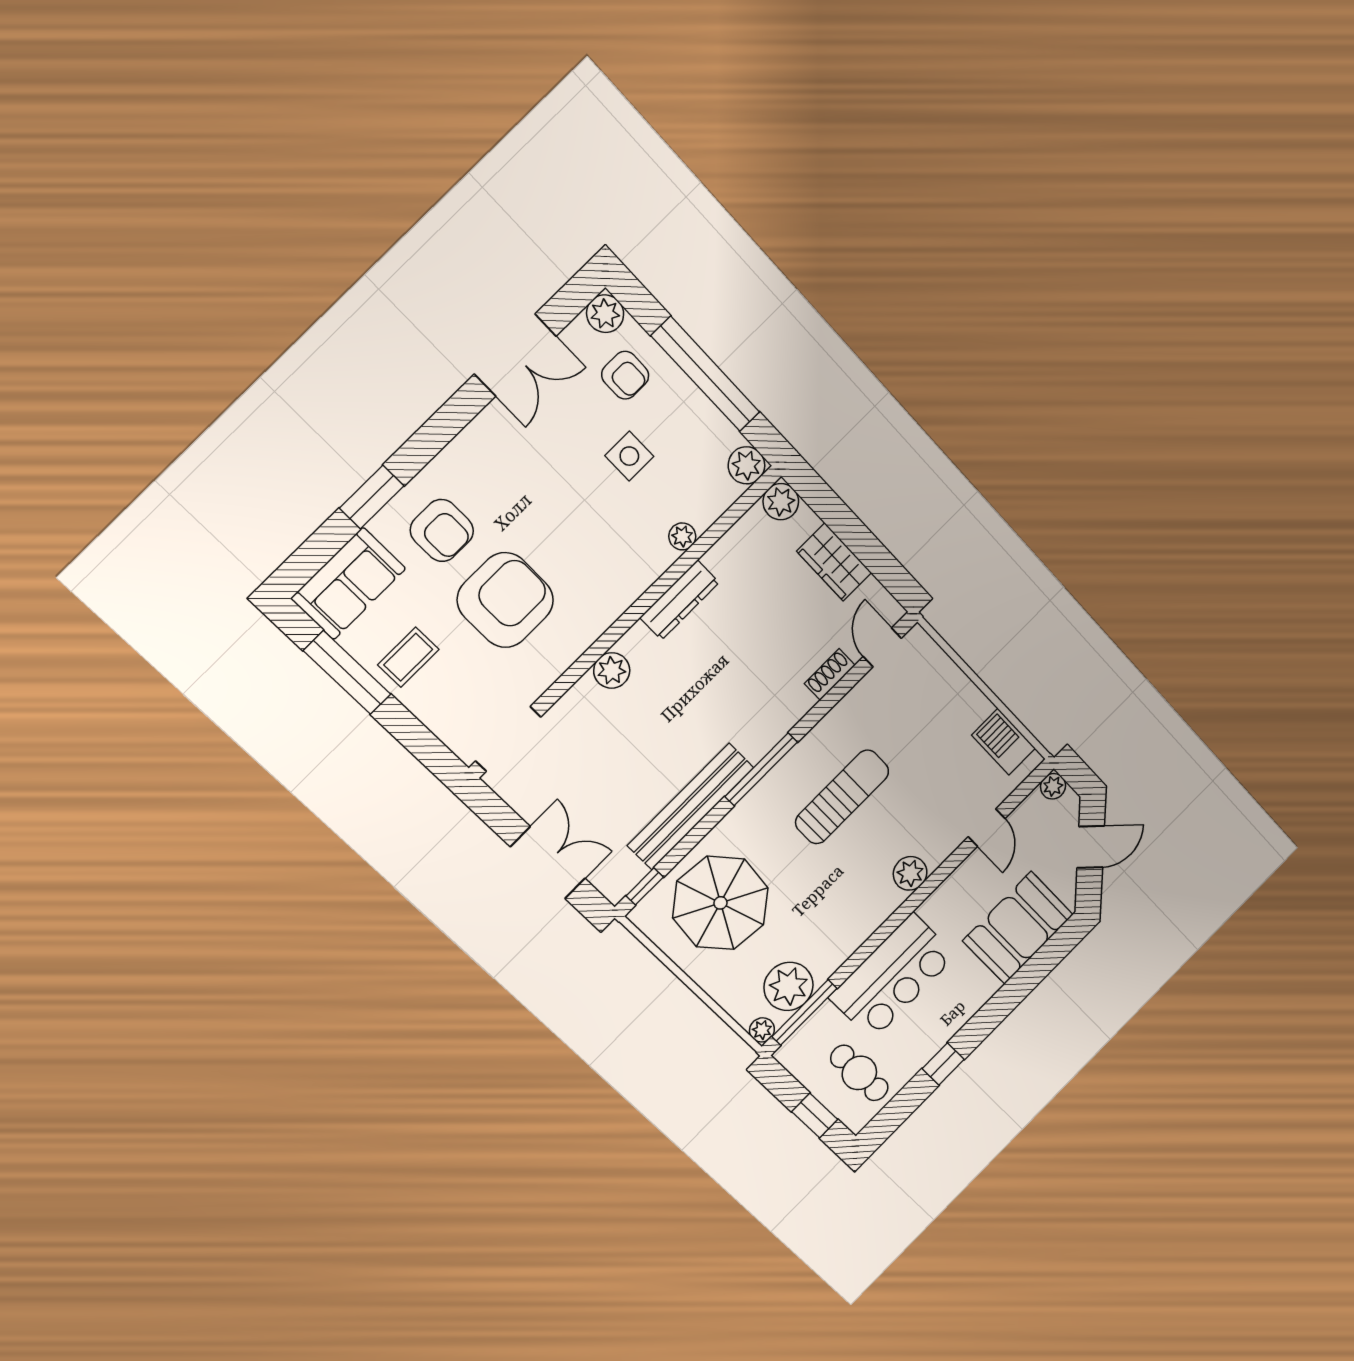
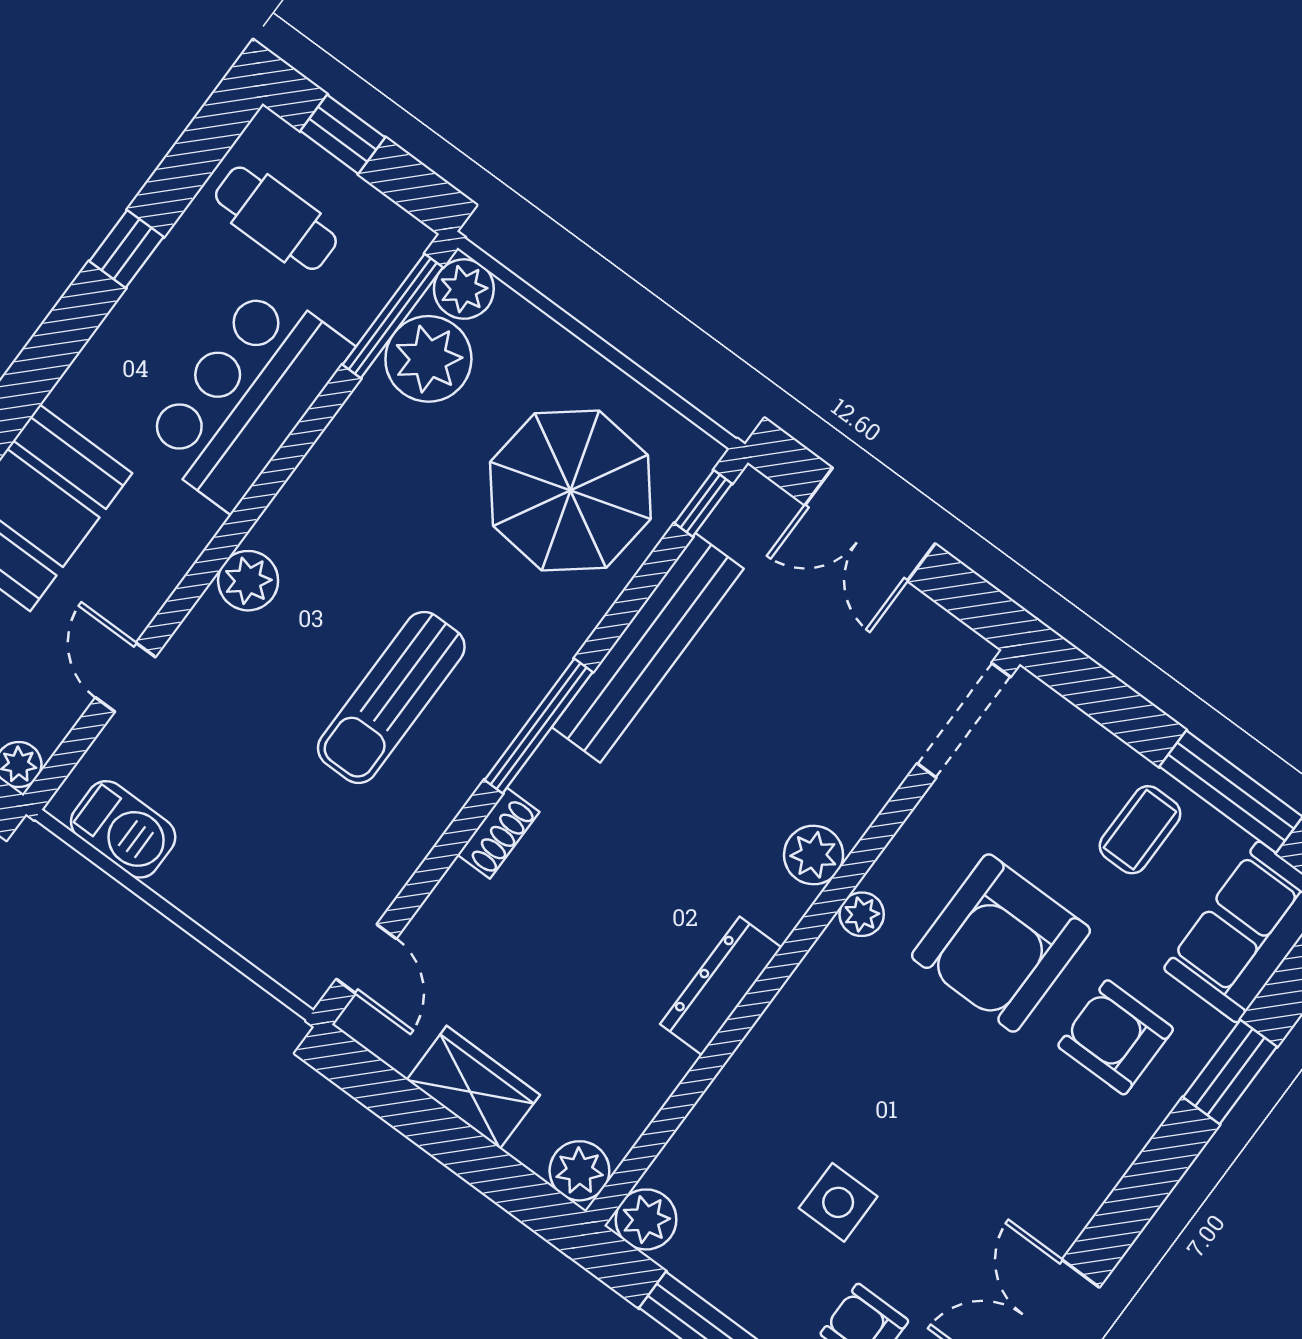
plant: (682, 536) -> (862, 914), moved
shoe rack: (830, 674) -> (498, 833), moved
plant: (762, 1030) -> (464, 289), width x1.38, depth x1.38

